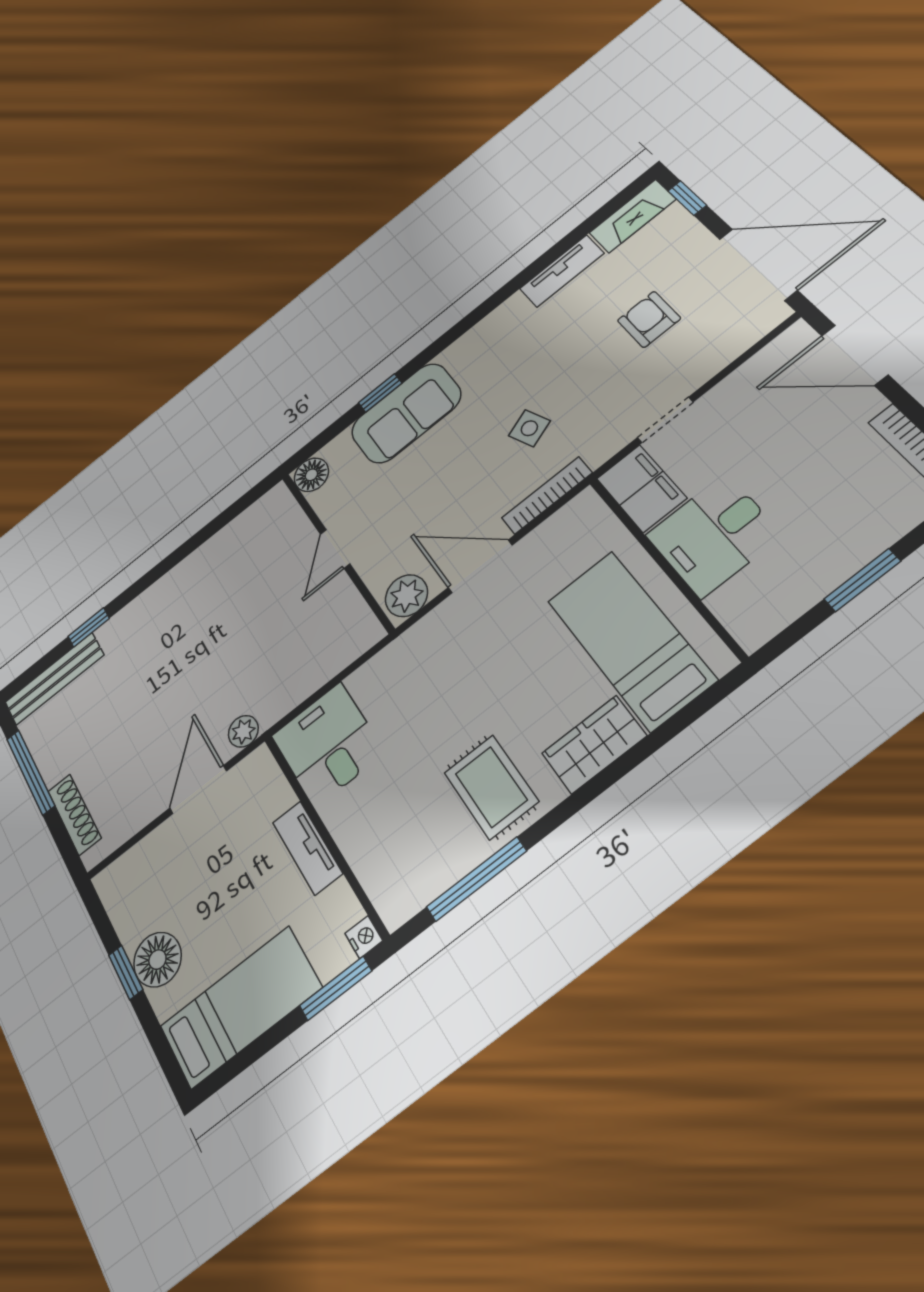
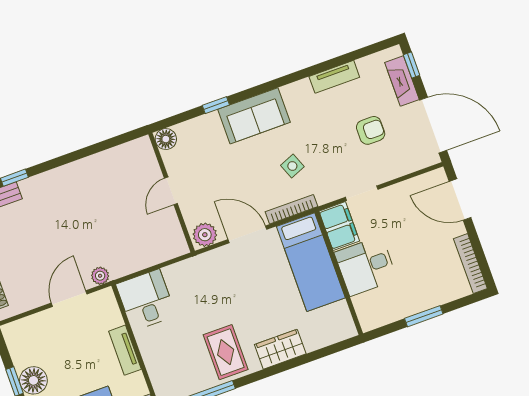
fireplace: (632, 216) -> (402, 81), moved, turned 90
armchair: (649, 319) -> (371, 130), turned 90
sofa: (406, 413) -> (254, 116), moved
bed: (631, 640) -> (311, 262), moved, turned 180

